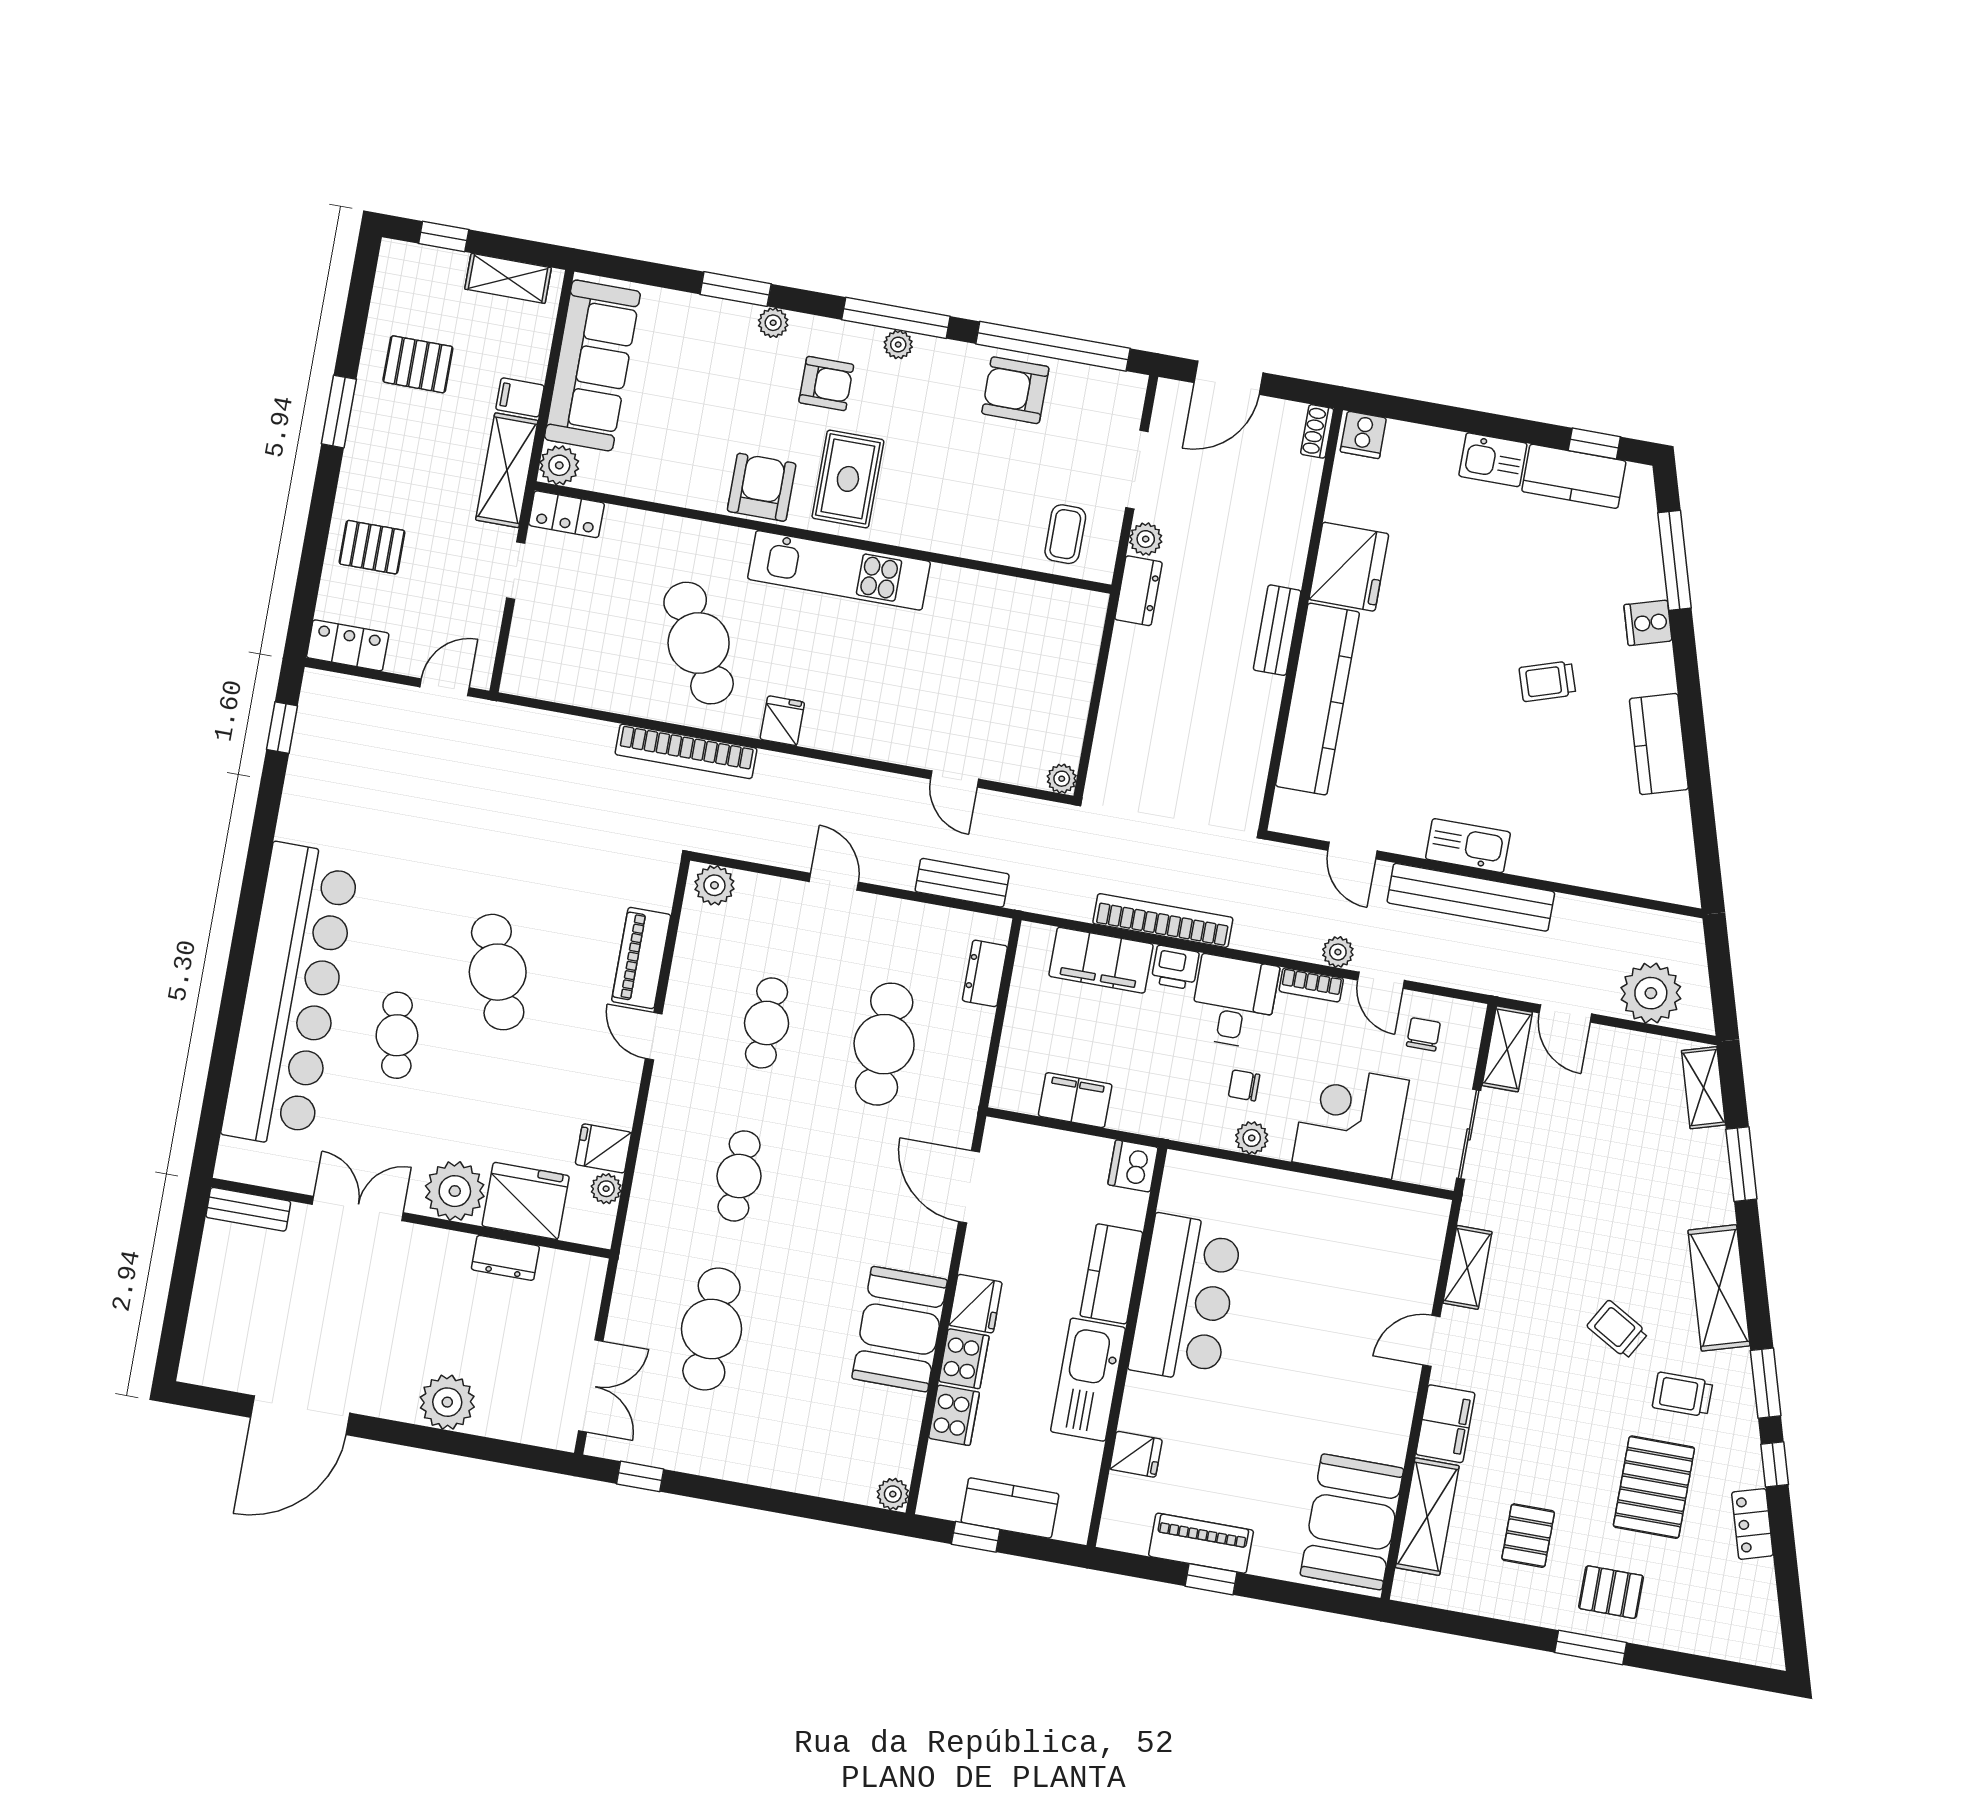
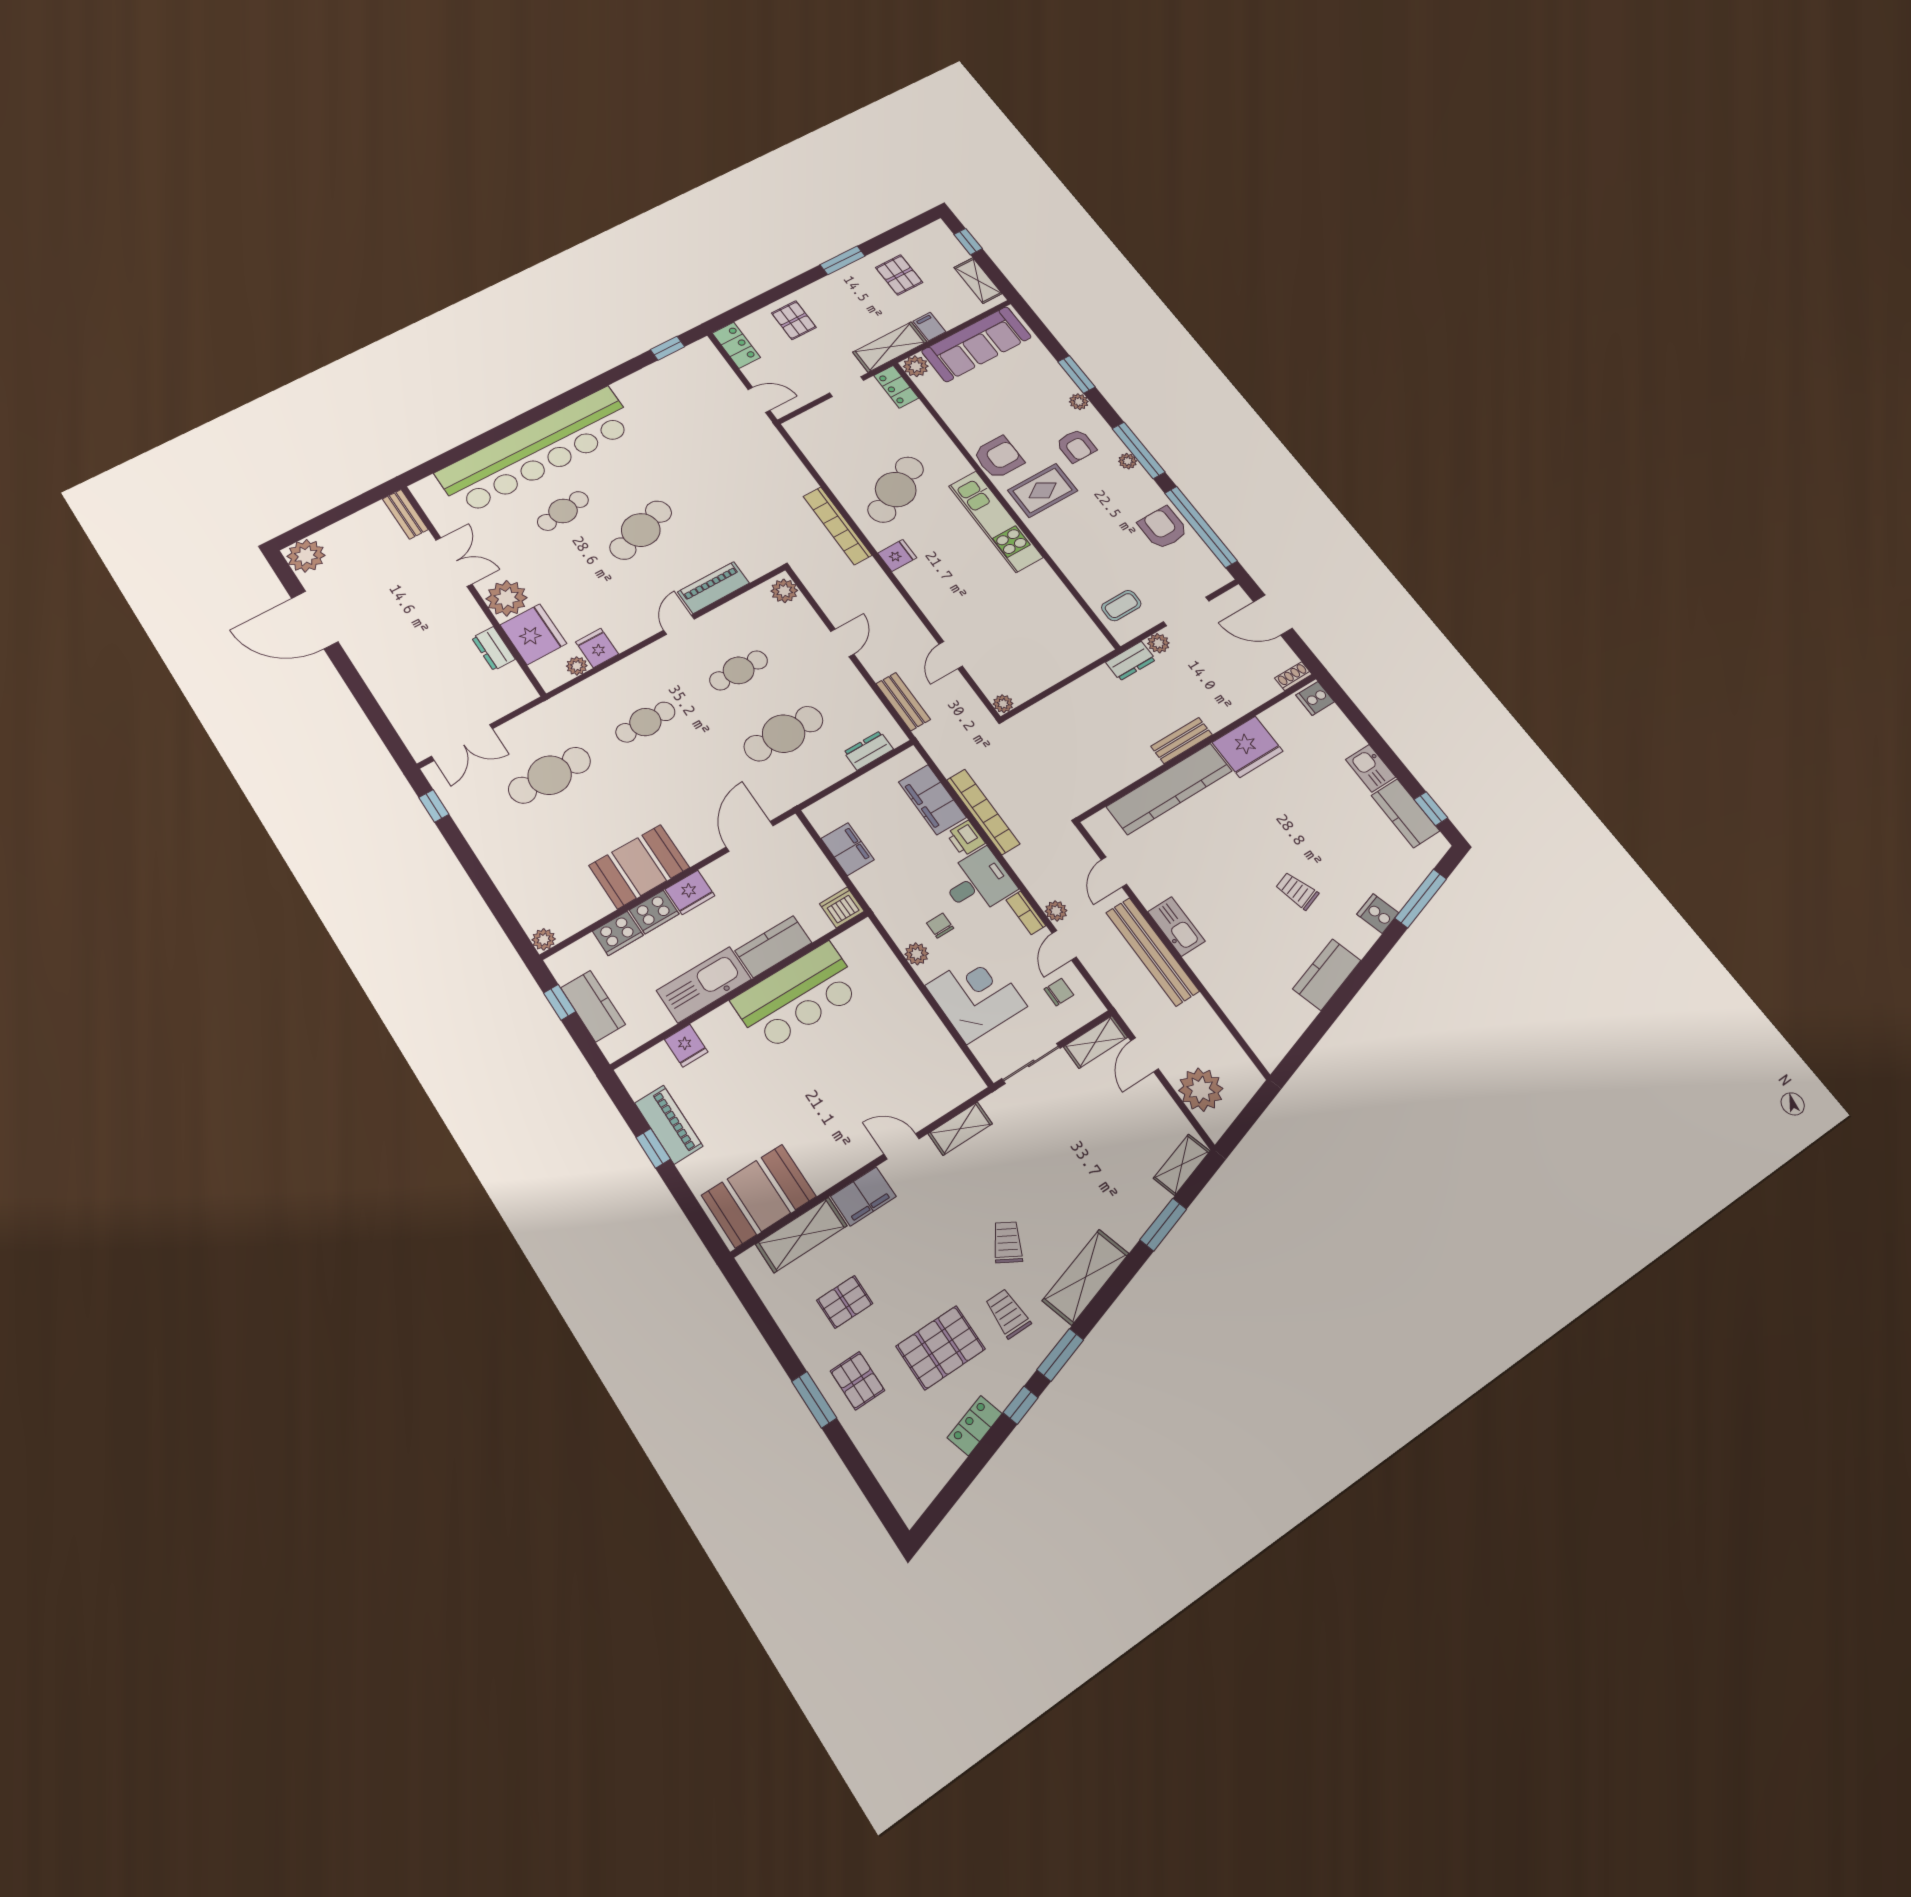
plant: (447, 1402) -> (306, 556), moved

